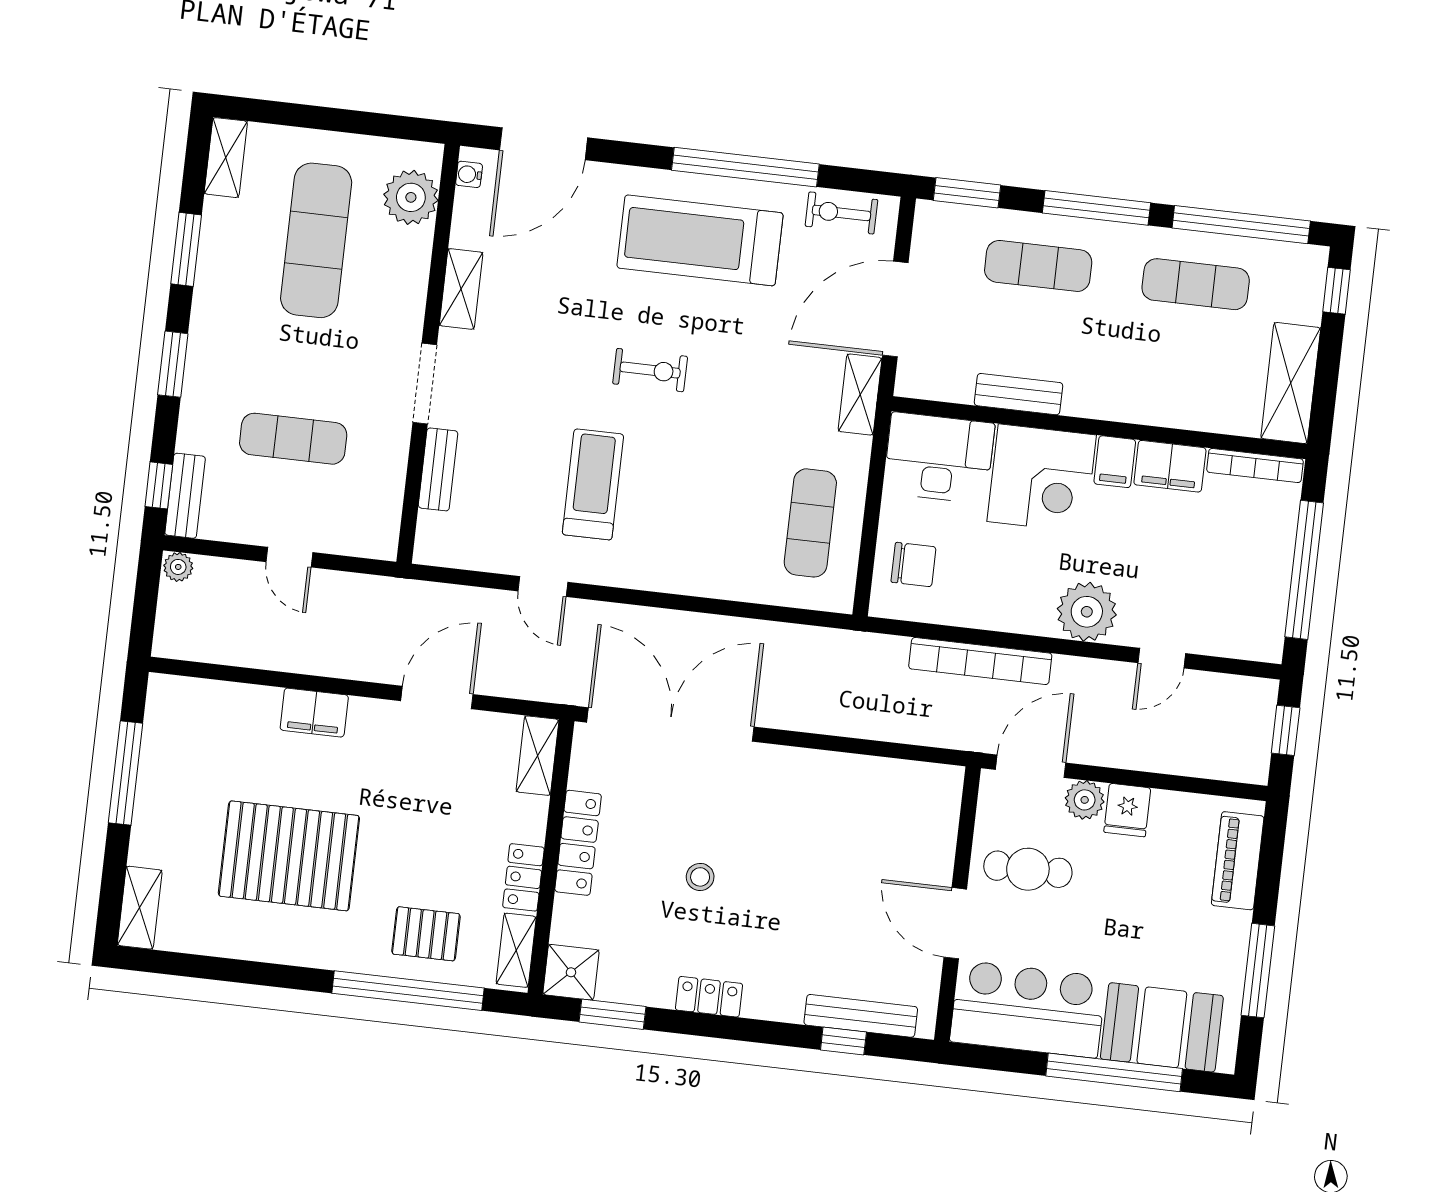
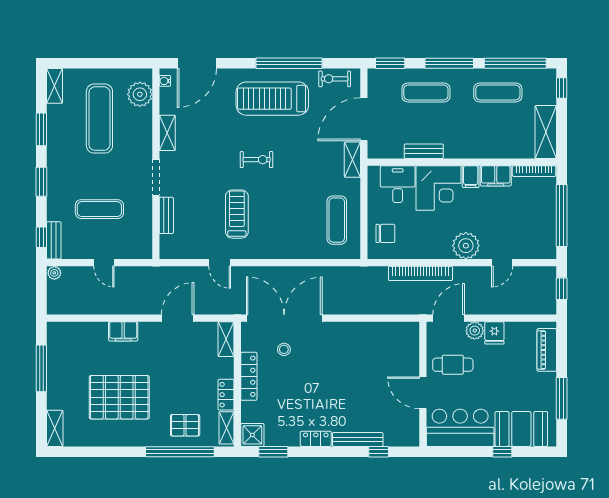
desk: (939, 458) -> (398, 184), width x0.73
stool: (700, 877) -> (284, 349), moved
bench: (861, 1016) -> (358, 439), moved
window: (1114, 1072) -> (502, 452), width x0.32

